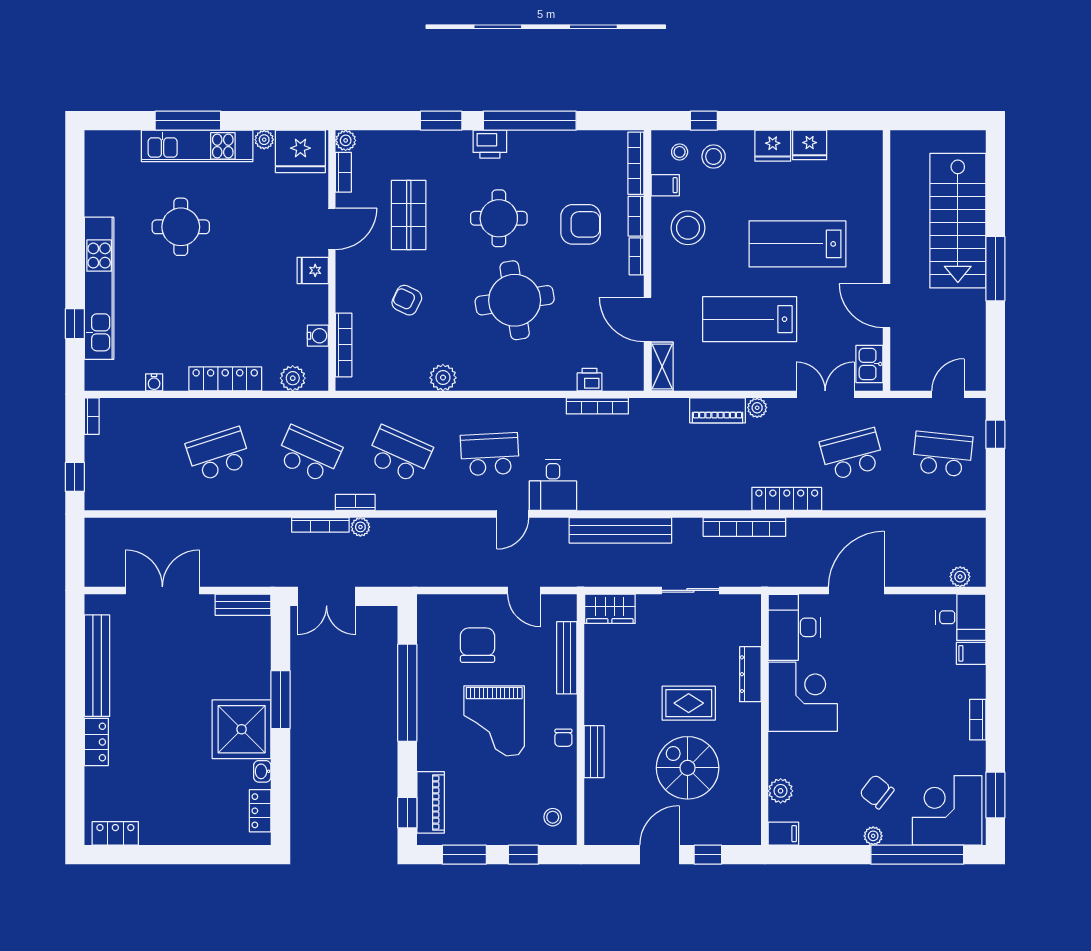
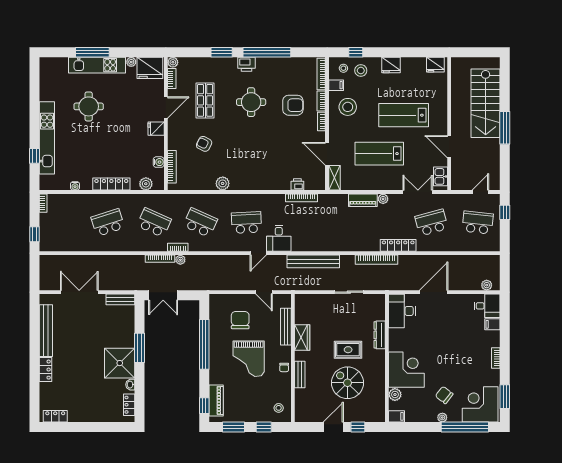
fridge: (810, 145) -> (435, 65), moved
round table: (515, 300) -> (259, 144), removed
wardrobe: (610, 609) -> (302, 338), moved, turned -90
corner desk: (803, 697) -> (406, 370), moved

